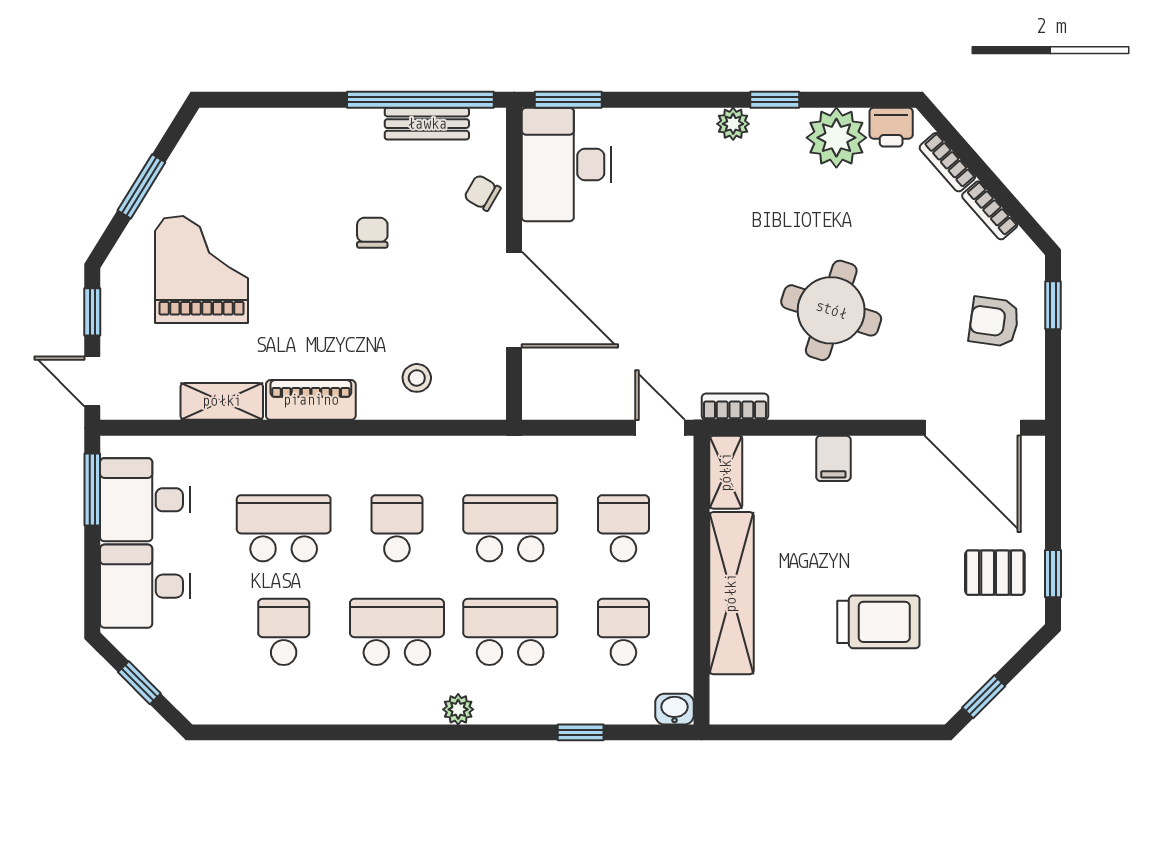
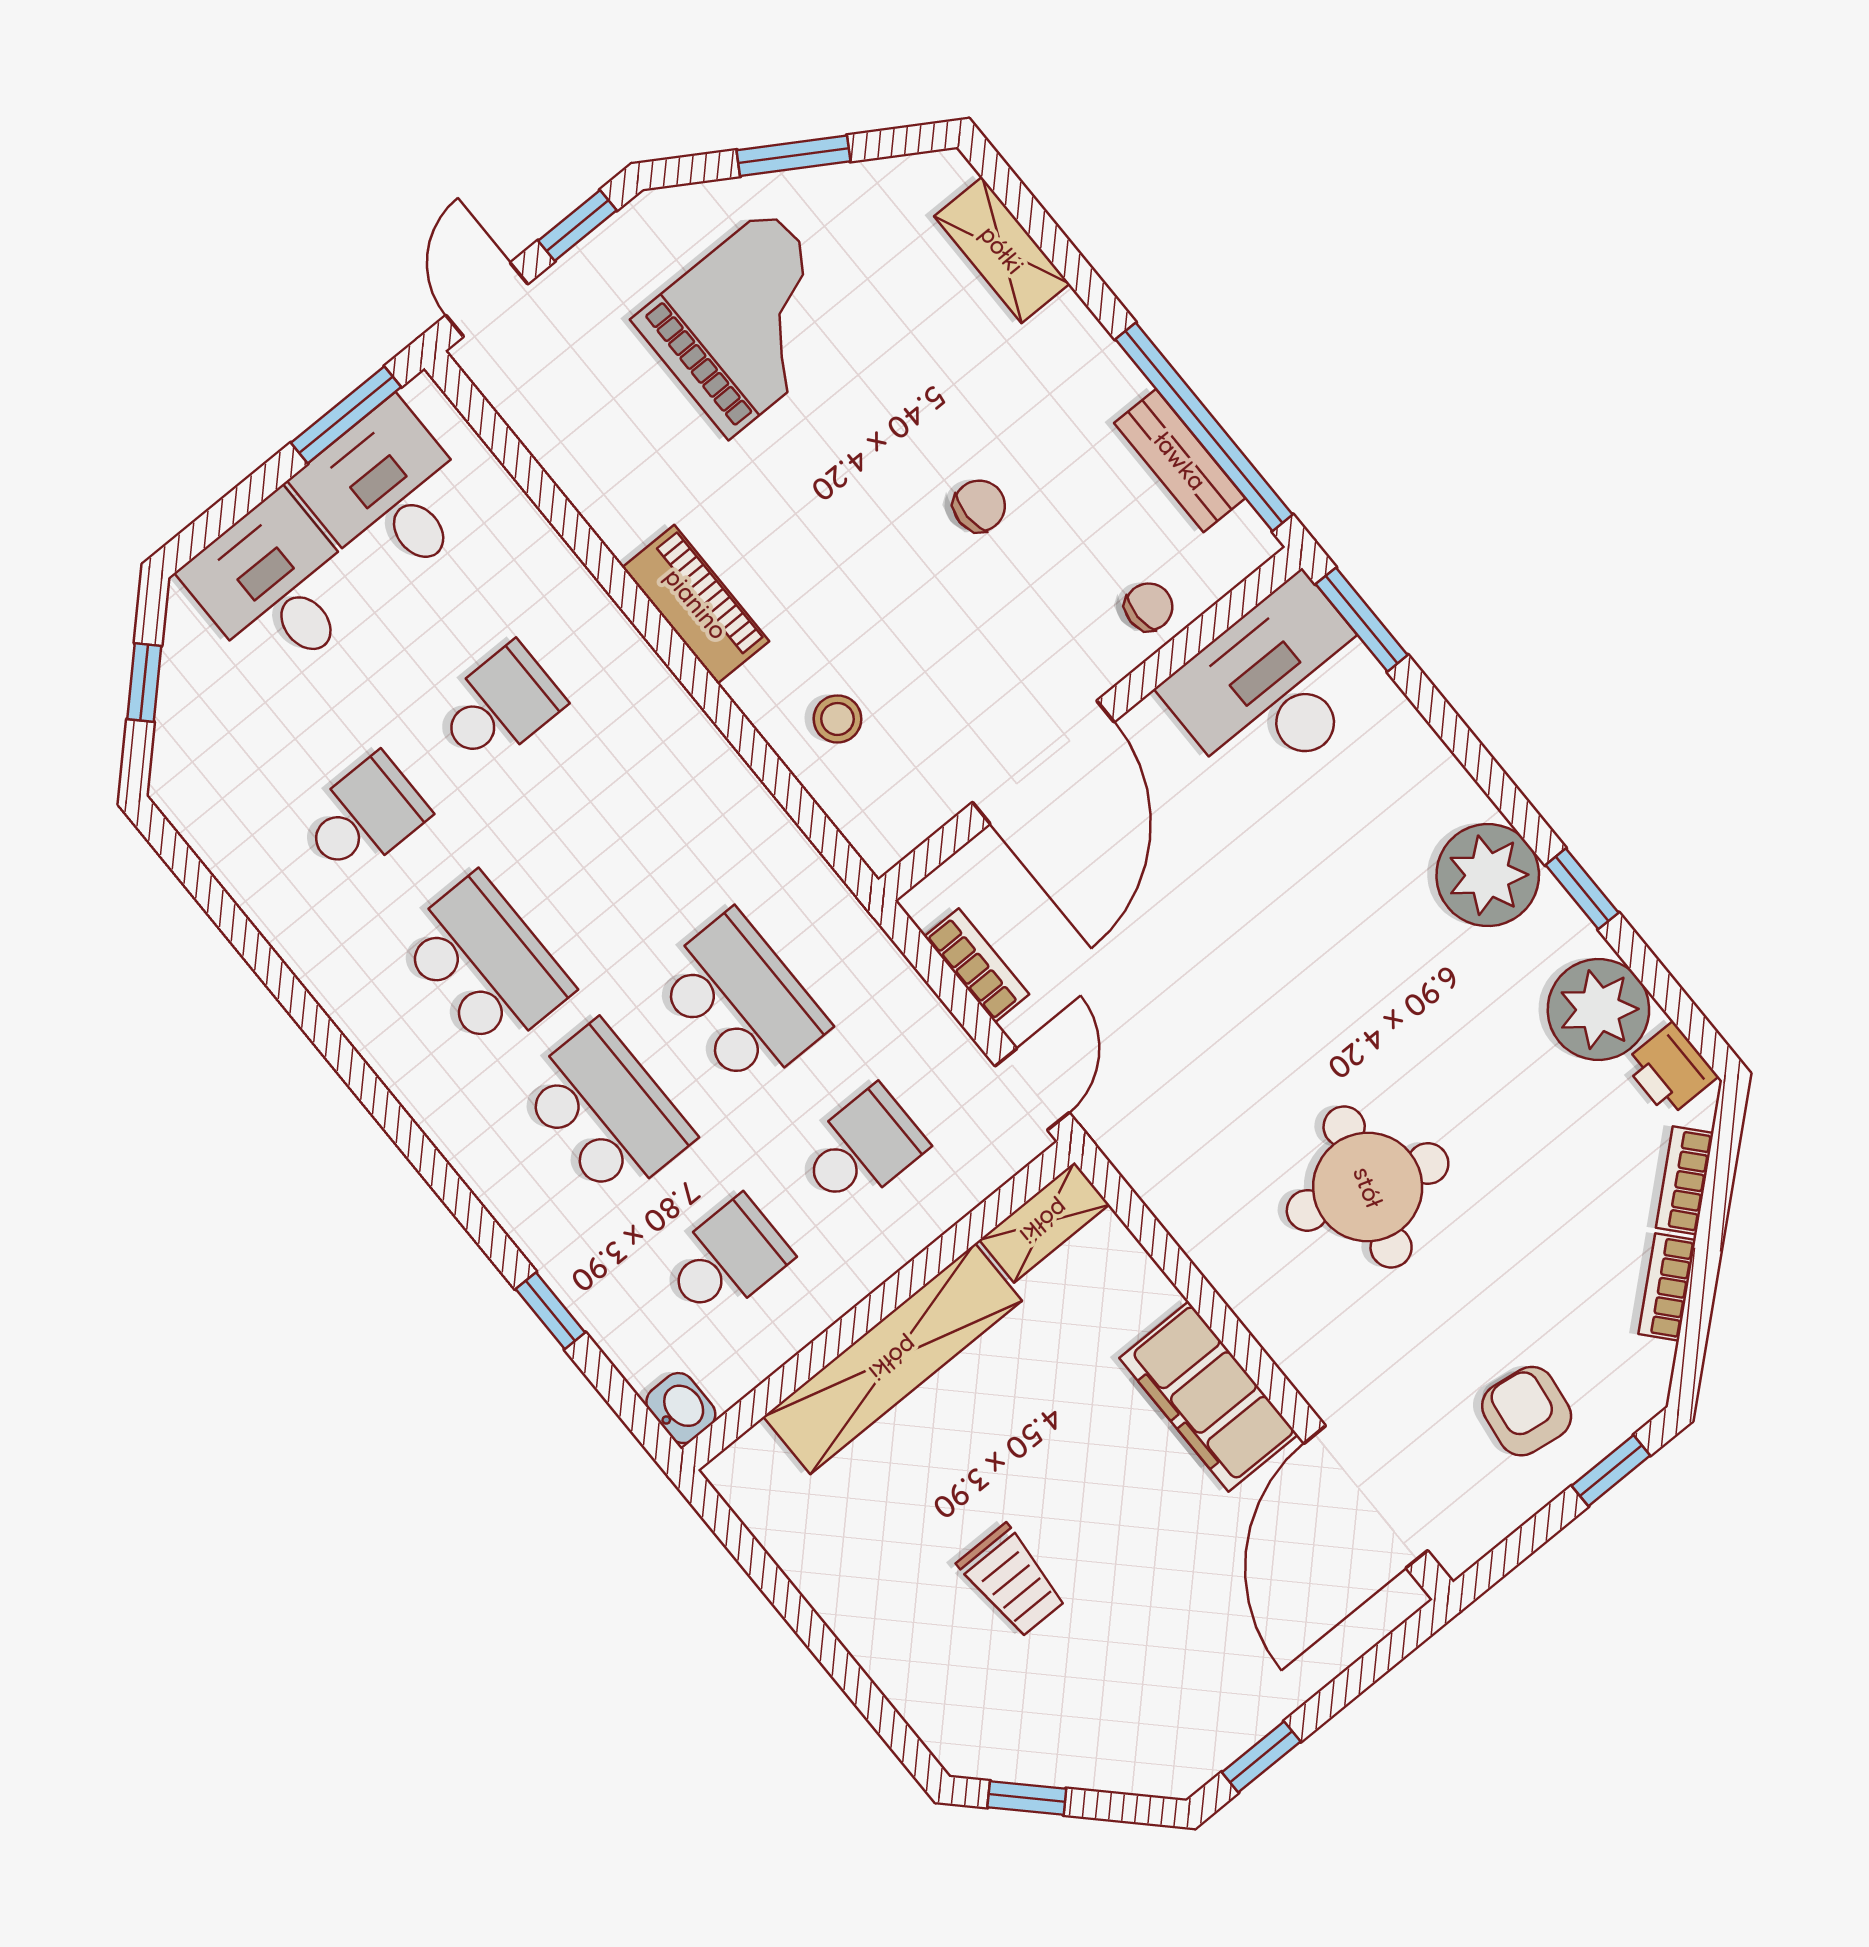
plant: (733, 124) -> (1488, 875), width x1.87, depth x1.87
chair: (482, 193) -> (1149, 607), turned 60
shelving: (222, 401) -> (1002, 250), moved
bookcase: (735, 407) -> (977, 965), moved
filing cabinet: (833, 458) -> (1209, 1396), width x3.00, depth x1.17
school desk: (284, 528) -> (500, 706), width x0.54
school desk: (397, 528) -> (620, 853), removed
pallet: (995, 573) -> (1201, 1680), removed
trolley: (878, 622) -> (1012, 1581), width x0.73, depth x0.72
plant: (458, 709) -> (450, 1126), removed

